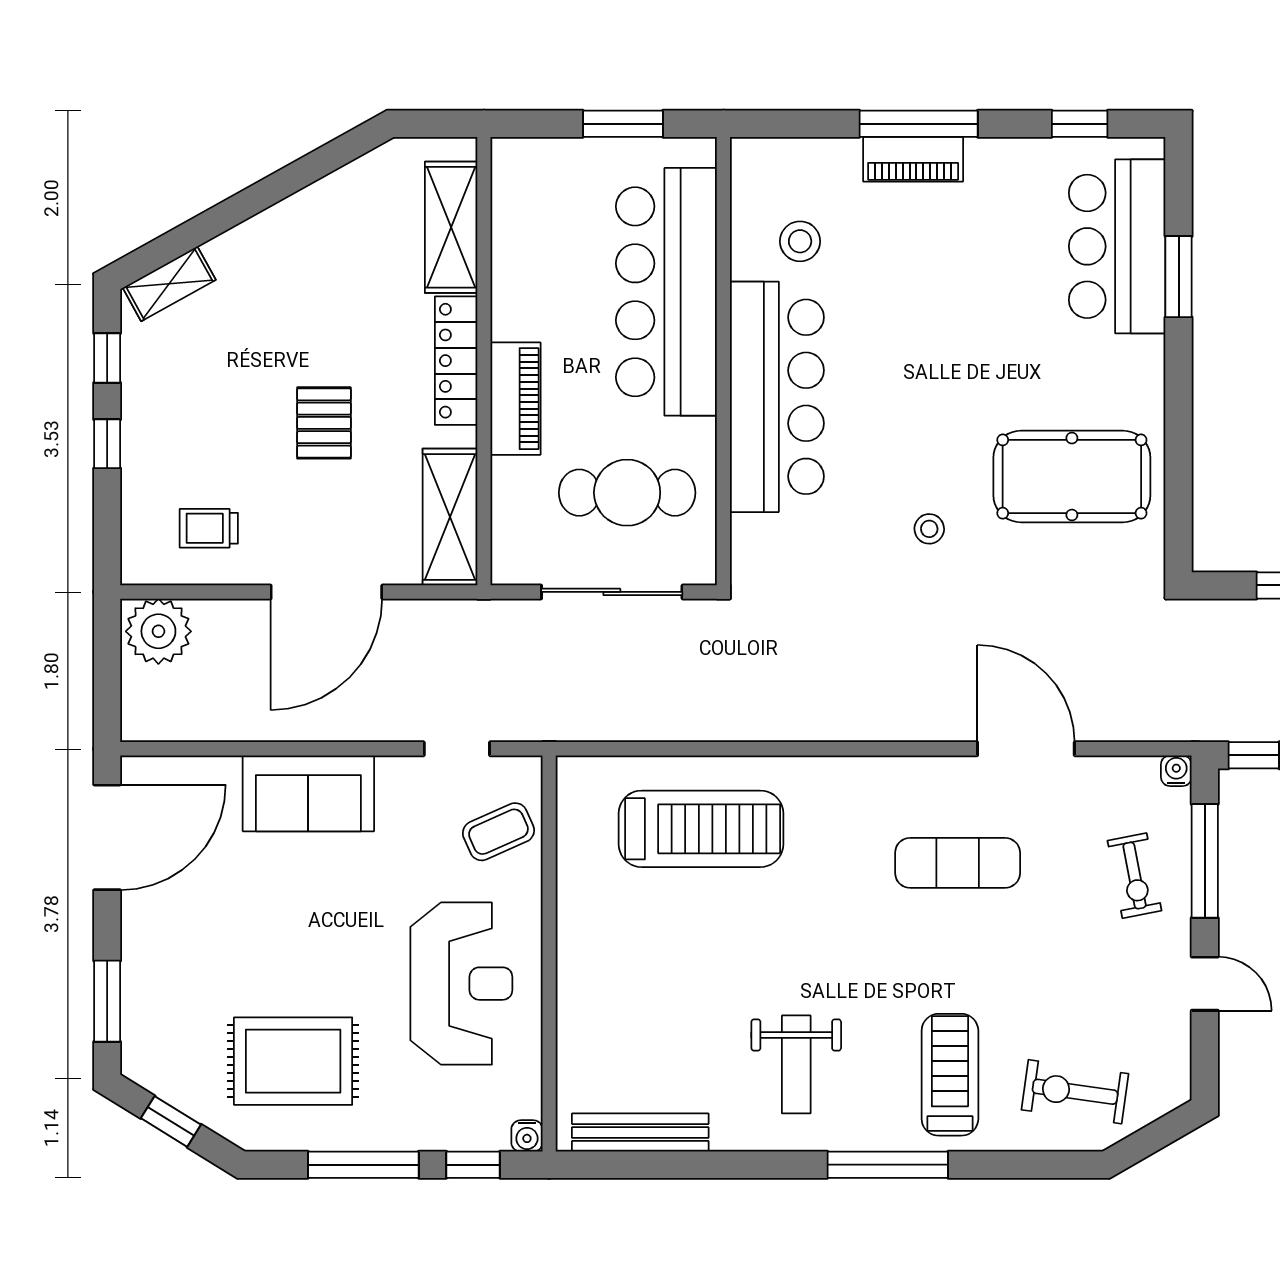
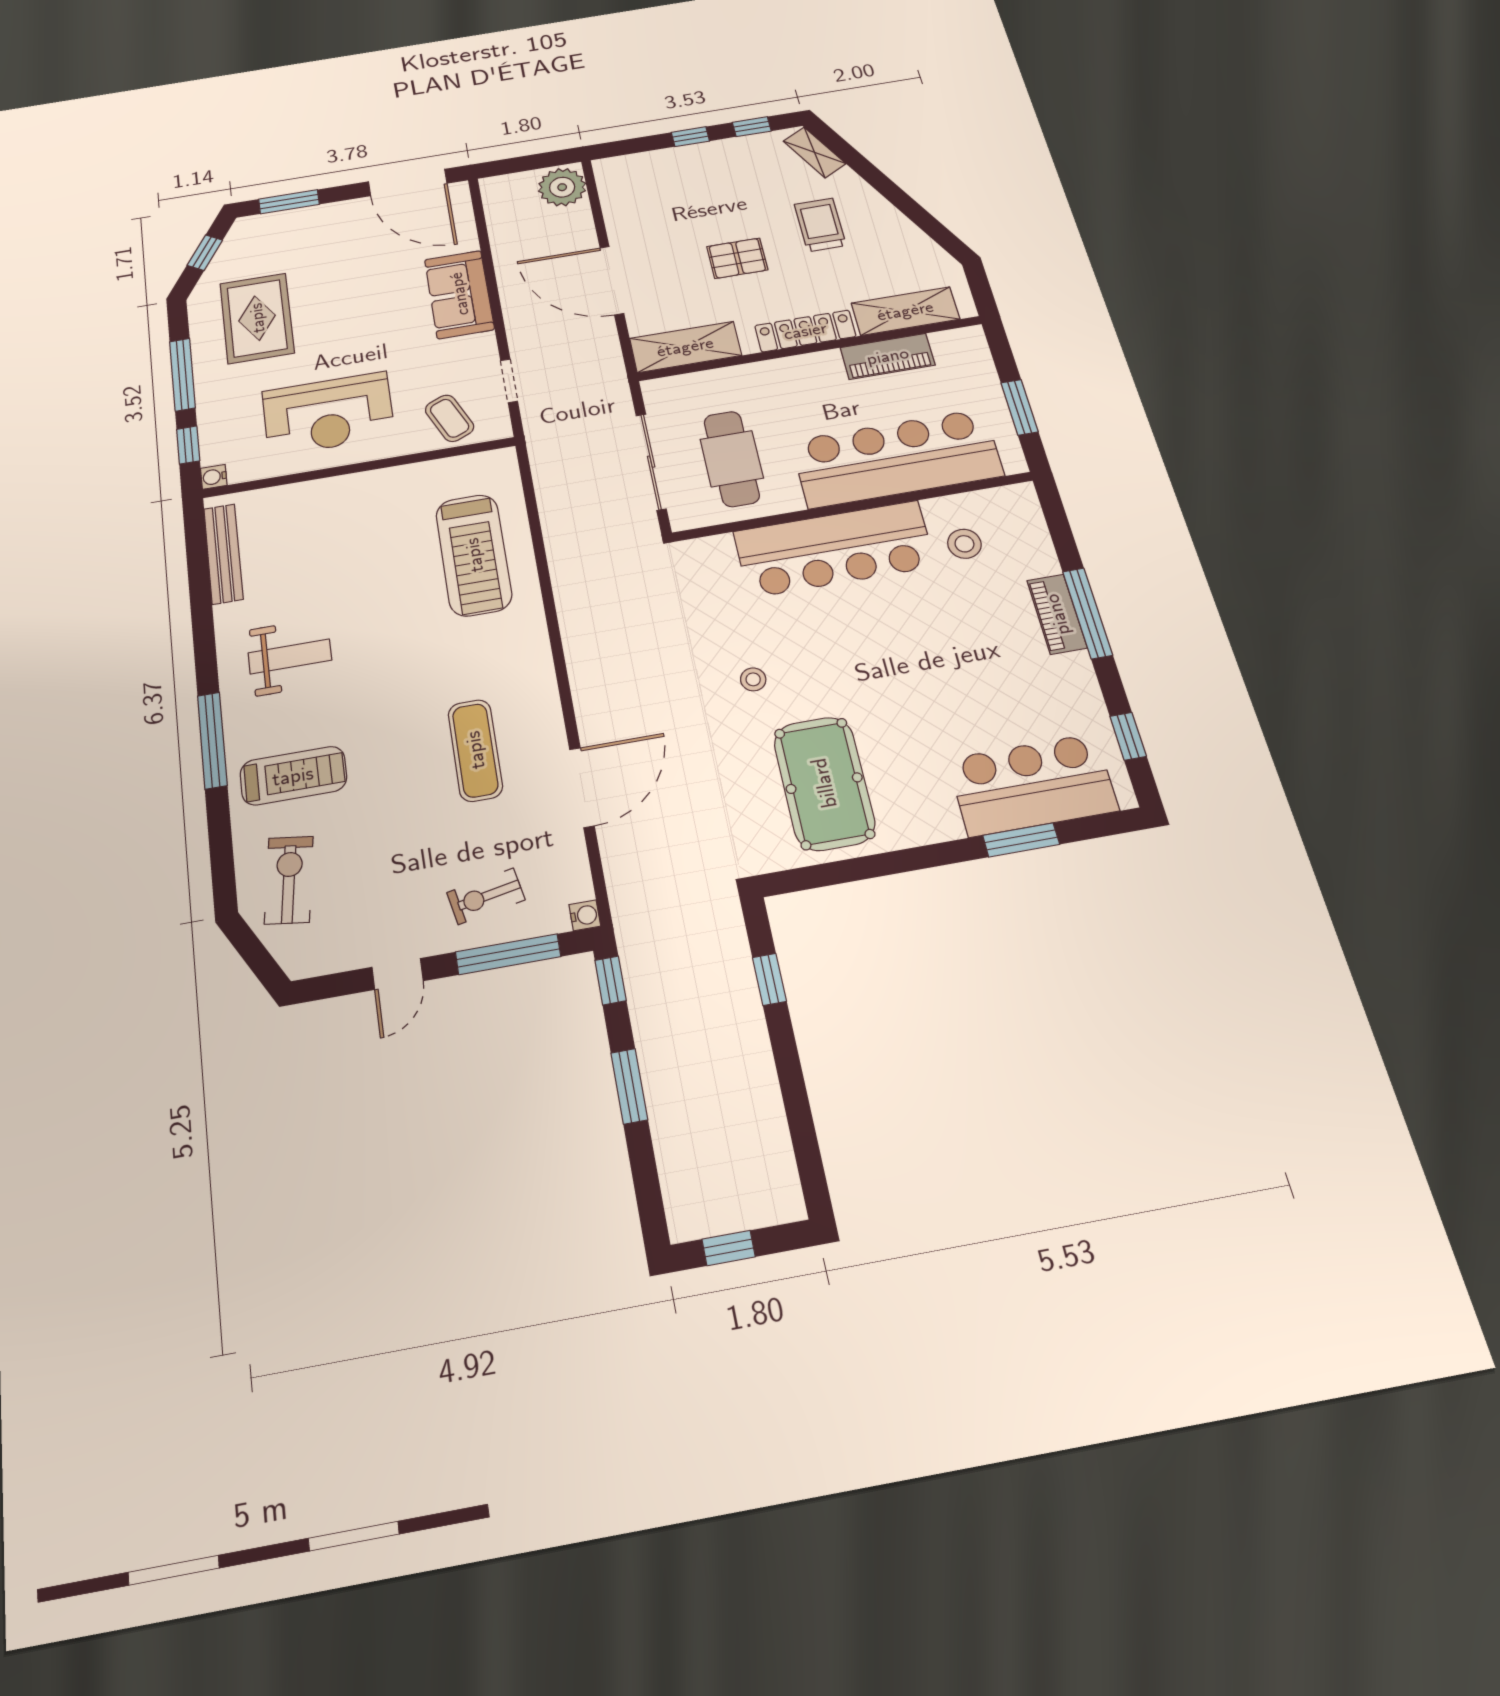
piano: (516, 399) -> (888, 356), moved
trolley: (209, 528) -> (820, 225), moved, width x1.36, depth x1.39
weight bench: (796, 1064) -> (290, 656), turned 180

